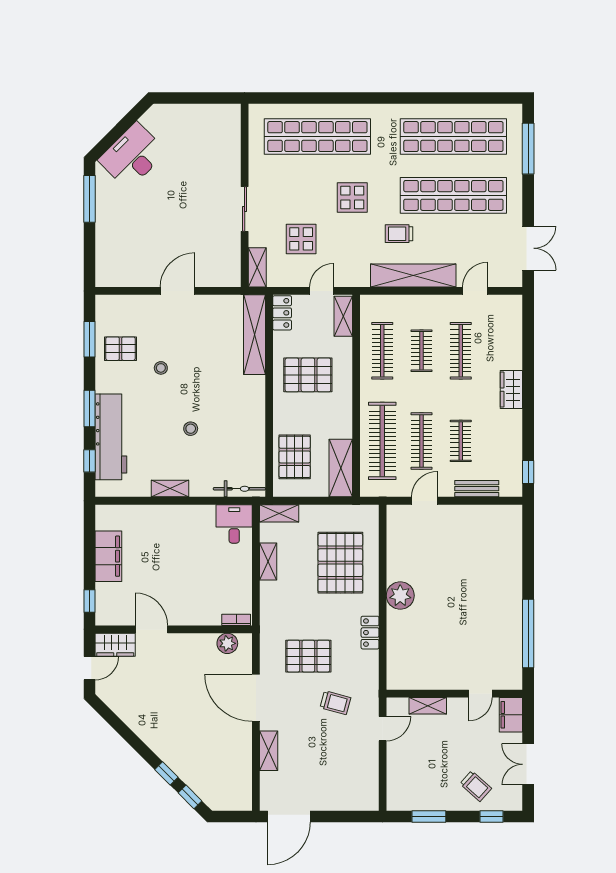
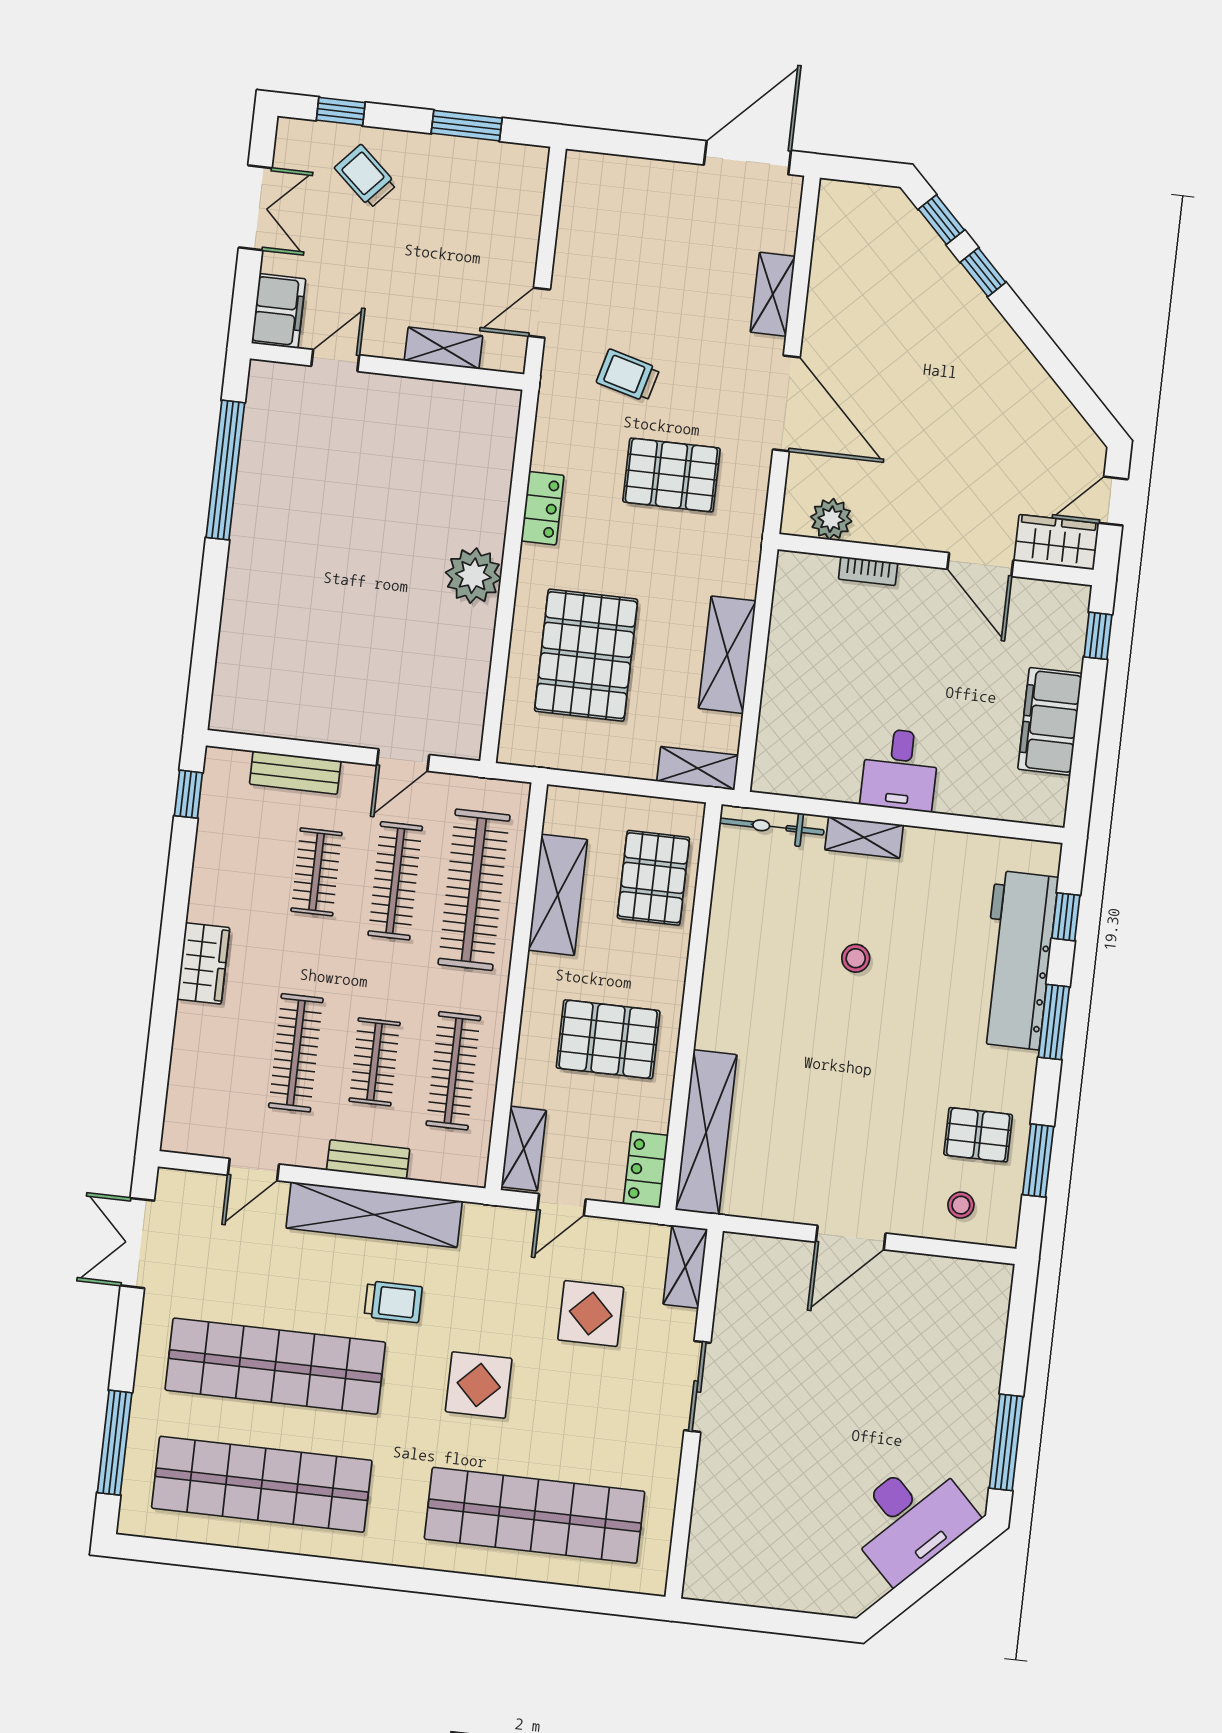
bench: (419, 302) -> (368, 1160), added
stool: (161, 368) -> (961, 1205), moved
shelving: (341, 468) -> (558, 895), moved
shelving: (170, 489) -> (864, 837), moved
desk: (234, 524) -> (900, 770), moved
shelving: (268, 561) -> (727, 655), width x1.50, depth x1.33
bookcase: (236, 620) -> (868, 571), moved

